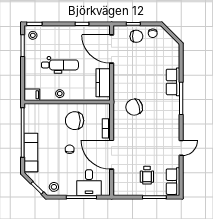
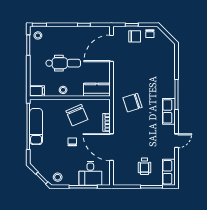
door: (112, 49) -> (112, 48), hinge flipped
row of seats: (173, 82) -> (169, 111), moved
kitchen counter: (103, 83) -> (97, 90), moved, turned 90
chair: (75, 121) -> (77, 115), turned -113
exam couch: (31, 152) -> (36, 127), moved

